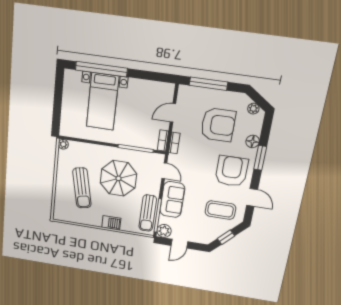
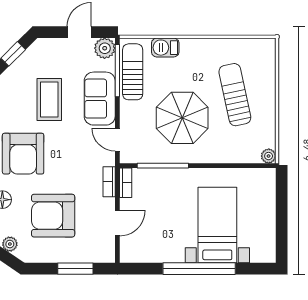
window: (101, 69) -> (199, 269), moved
window: (208, 84) -> (75, 269), width x0.69
coffee table: (220, 210) -> (49, 99), moved, turned 90
barbecue: (111, 223) -> (165, 48), moved

